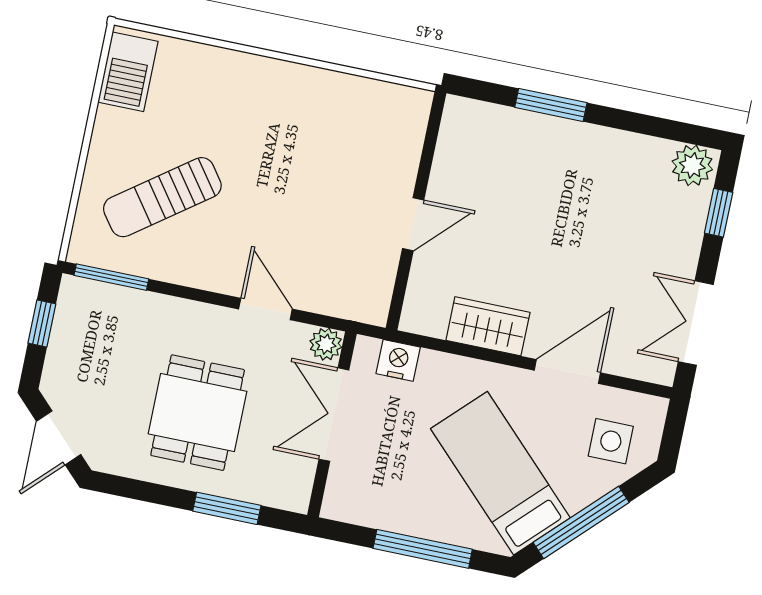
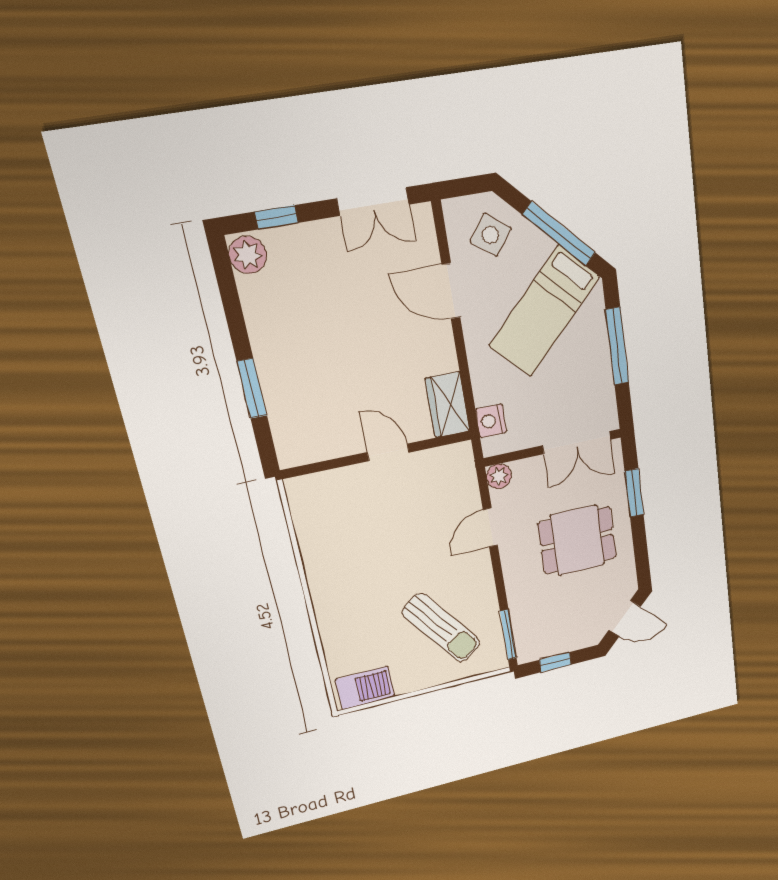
wardrobe: (488, 326) -> (448, 405), moved
double door: (334, 415) -> (577, 443), moved
side table: (611, 441) -> (491, 235), turned 37

